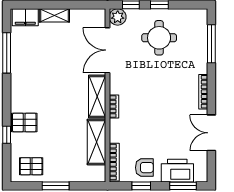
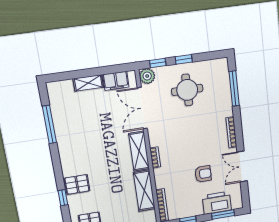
filing cabinet: (25, 17) -> (116, 81), moved
armchair: (144, 168) -> (203, 174), moved

